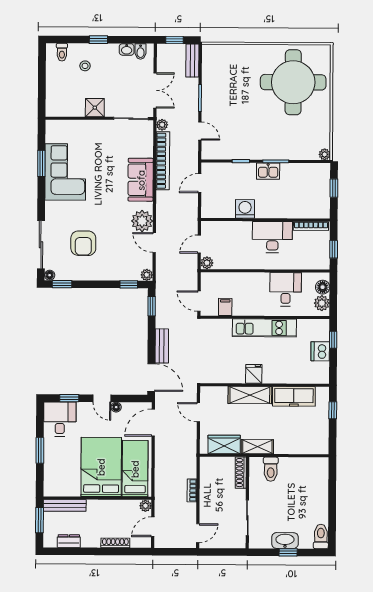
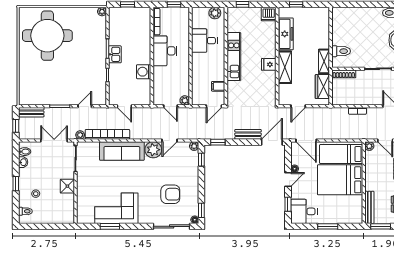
sofa: (141, 180) -> (122, 151), width x1.36
floor lamp: (323, 287) -> (203, 13), removed
dishwasher: (320, 351) -> (269, 14), moved

